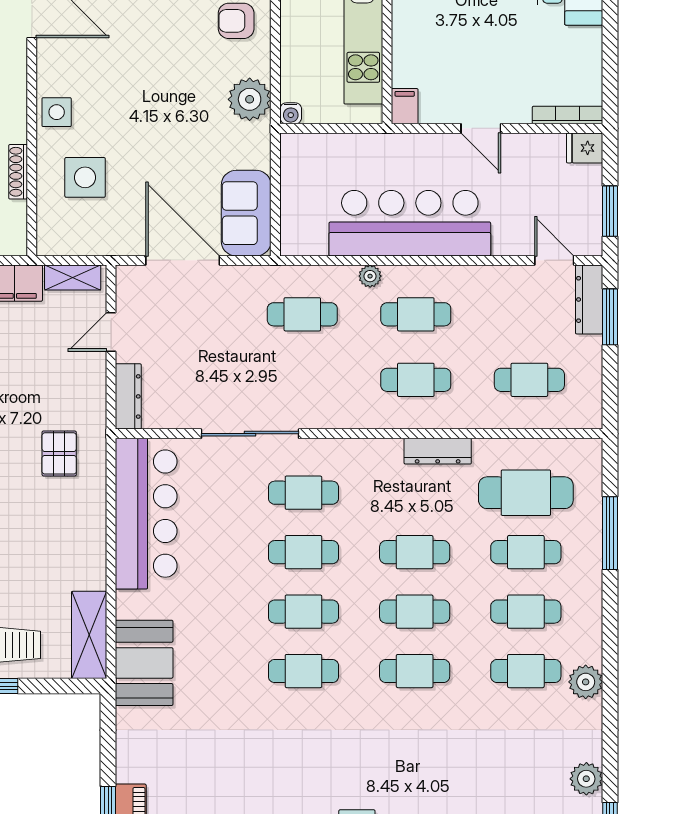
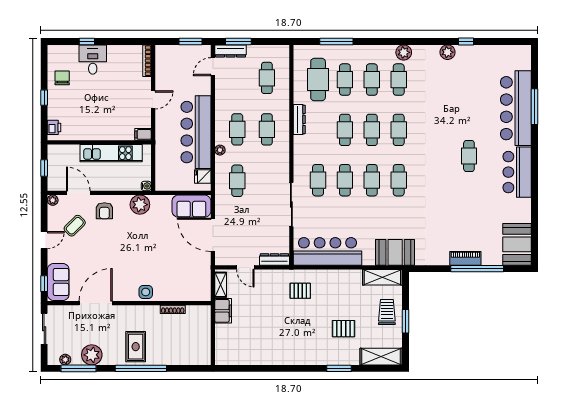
fridge: (585, 148) -> (203, 176), moved, turned 90
side table: (85, 177) -> (175, 279), removed
door: (183, 260) -> (213, 235), hinge flipped

